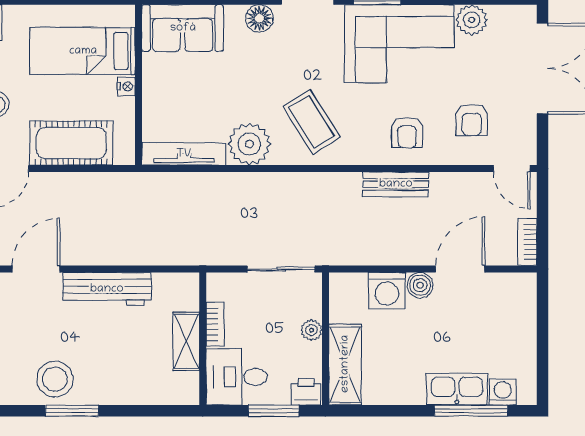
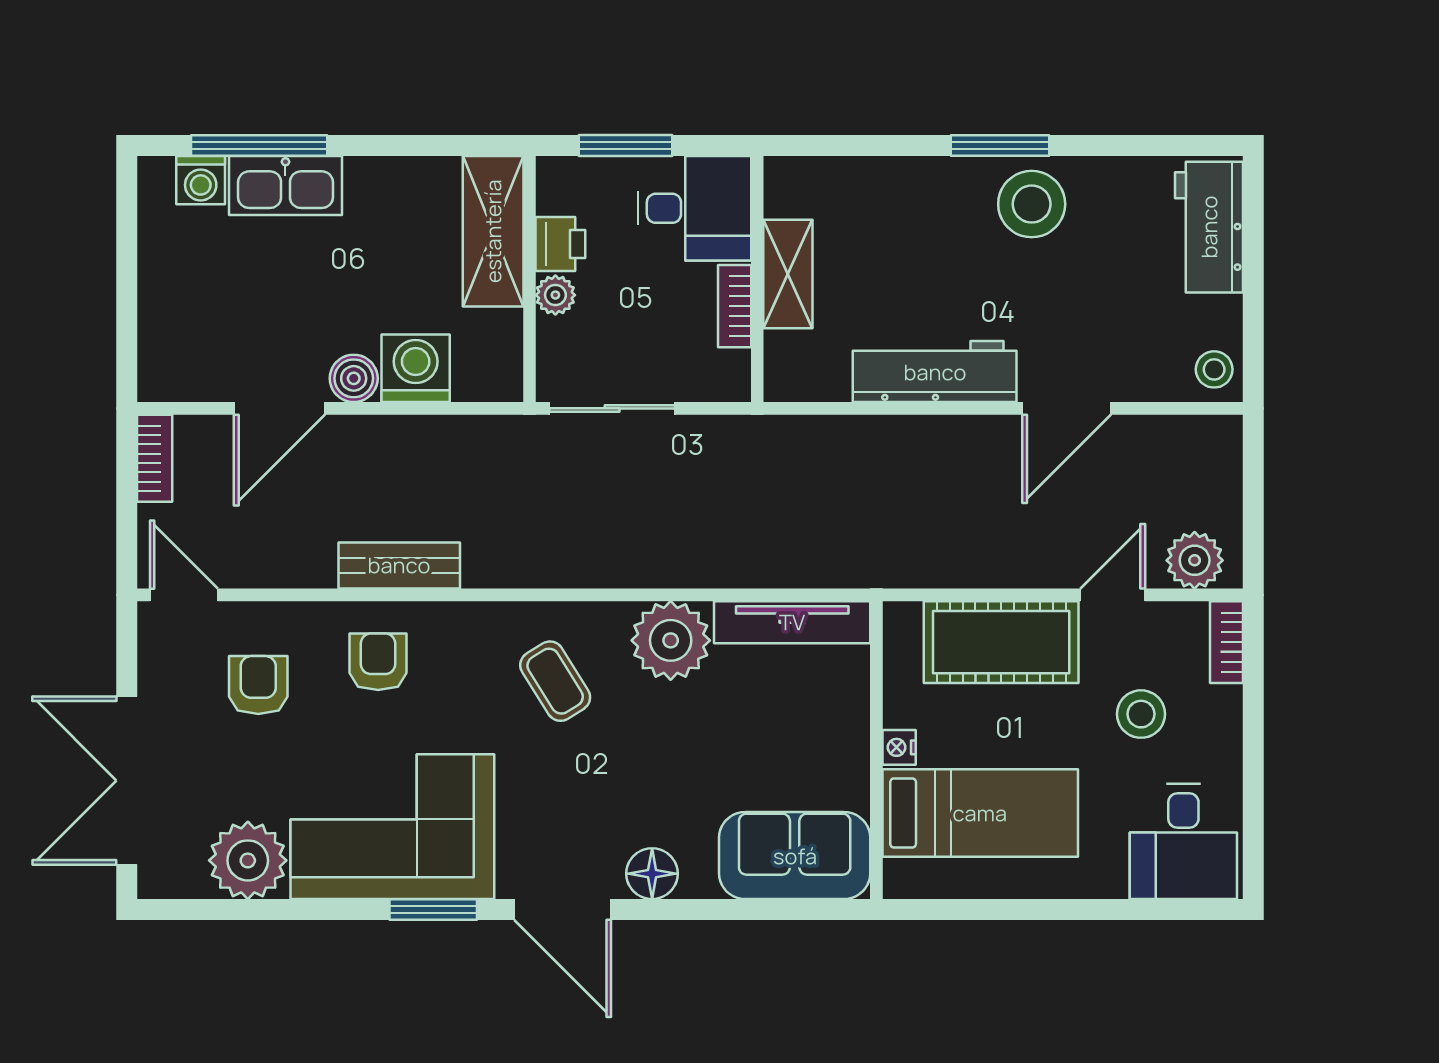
plant: (472, 20) -> (248, 860), width x1.36, depth x1.36
coffee table: (312, 122) -> (555, 681), width x0.73, depth x0.77
printer: (306, 392) -> (560, 244), moved, turned -90

